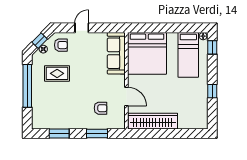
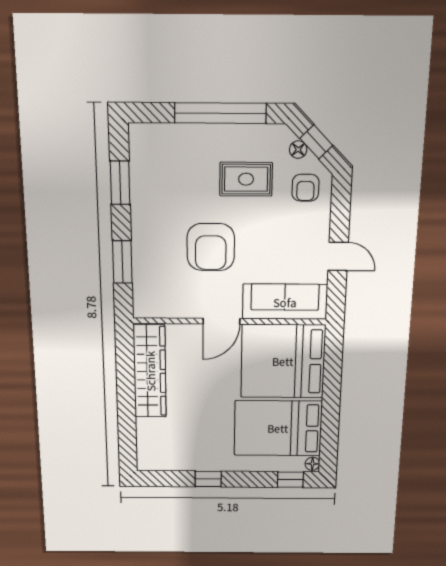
door: (82, 28) -> (338, 256), moved
bed: (188, 55) -> (278, 428), width x1.50
rug: (57, 73) -> (246, 179), turned 90
door: (126, 96) -> (221, 321), moved
armchair: (101, 108) -> (211, 247), moved, width x1.88, depth x1.88

